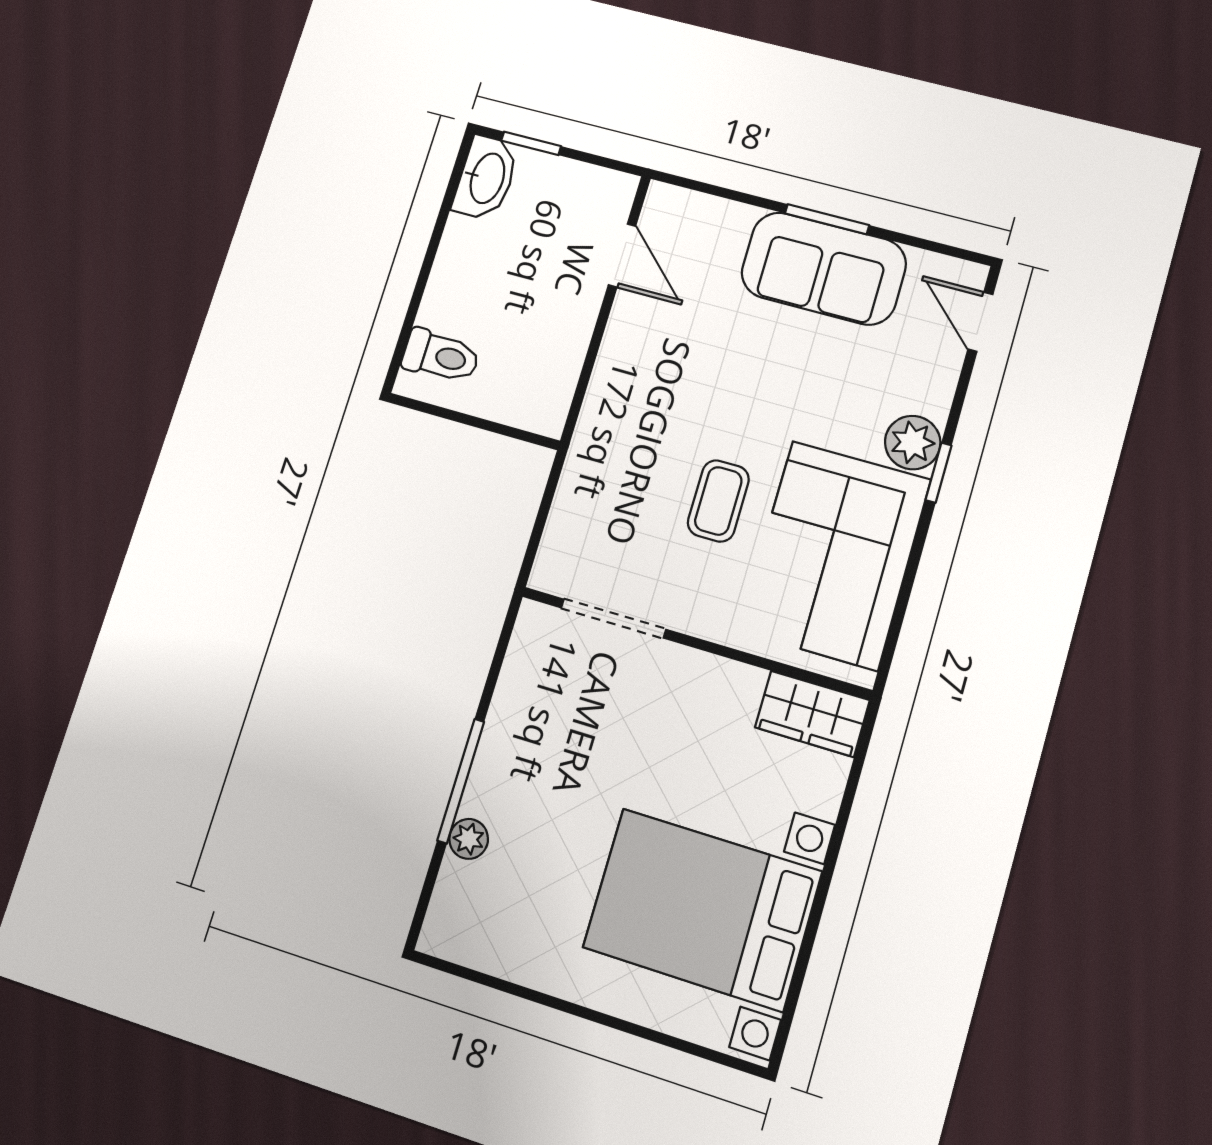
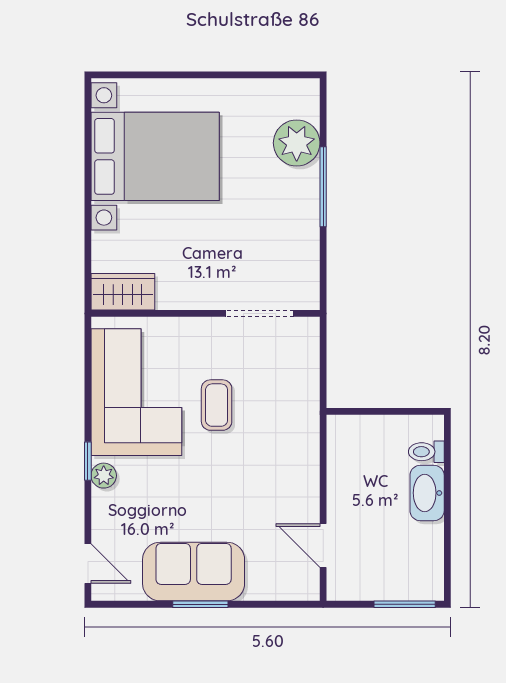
window: (531, 143) -> (405, 604), width x1.50
washbasin: (486, 178) -> (427, 493), moved
toilet: (441, 356) -> (426, 452), width x0.73, depth x0.72
plant: (913, 443) -> (104, 476), width x0.73, depth x0.73
plant: (469, 839) -> (297, 143), width x1.88, depth x1.88

